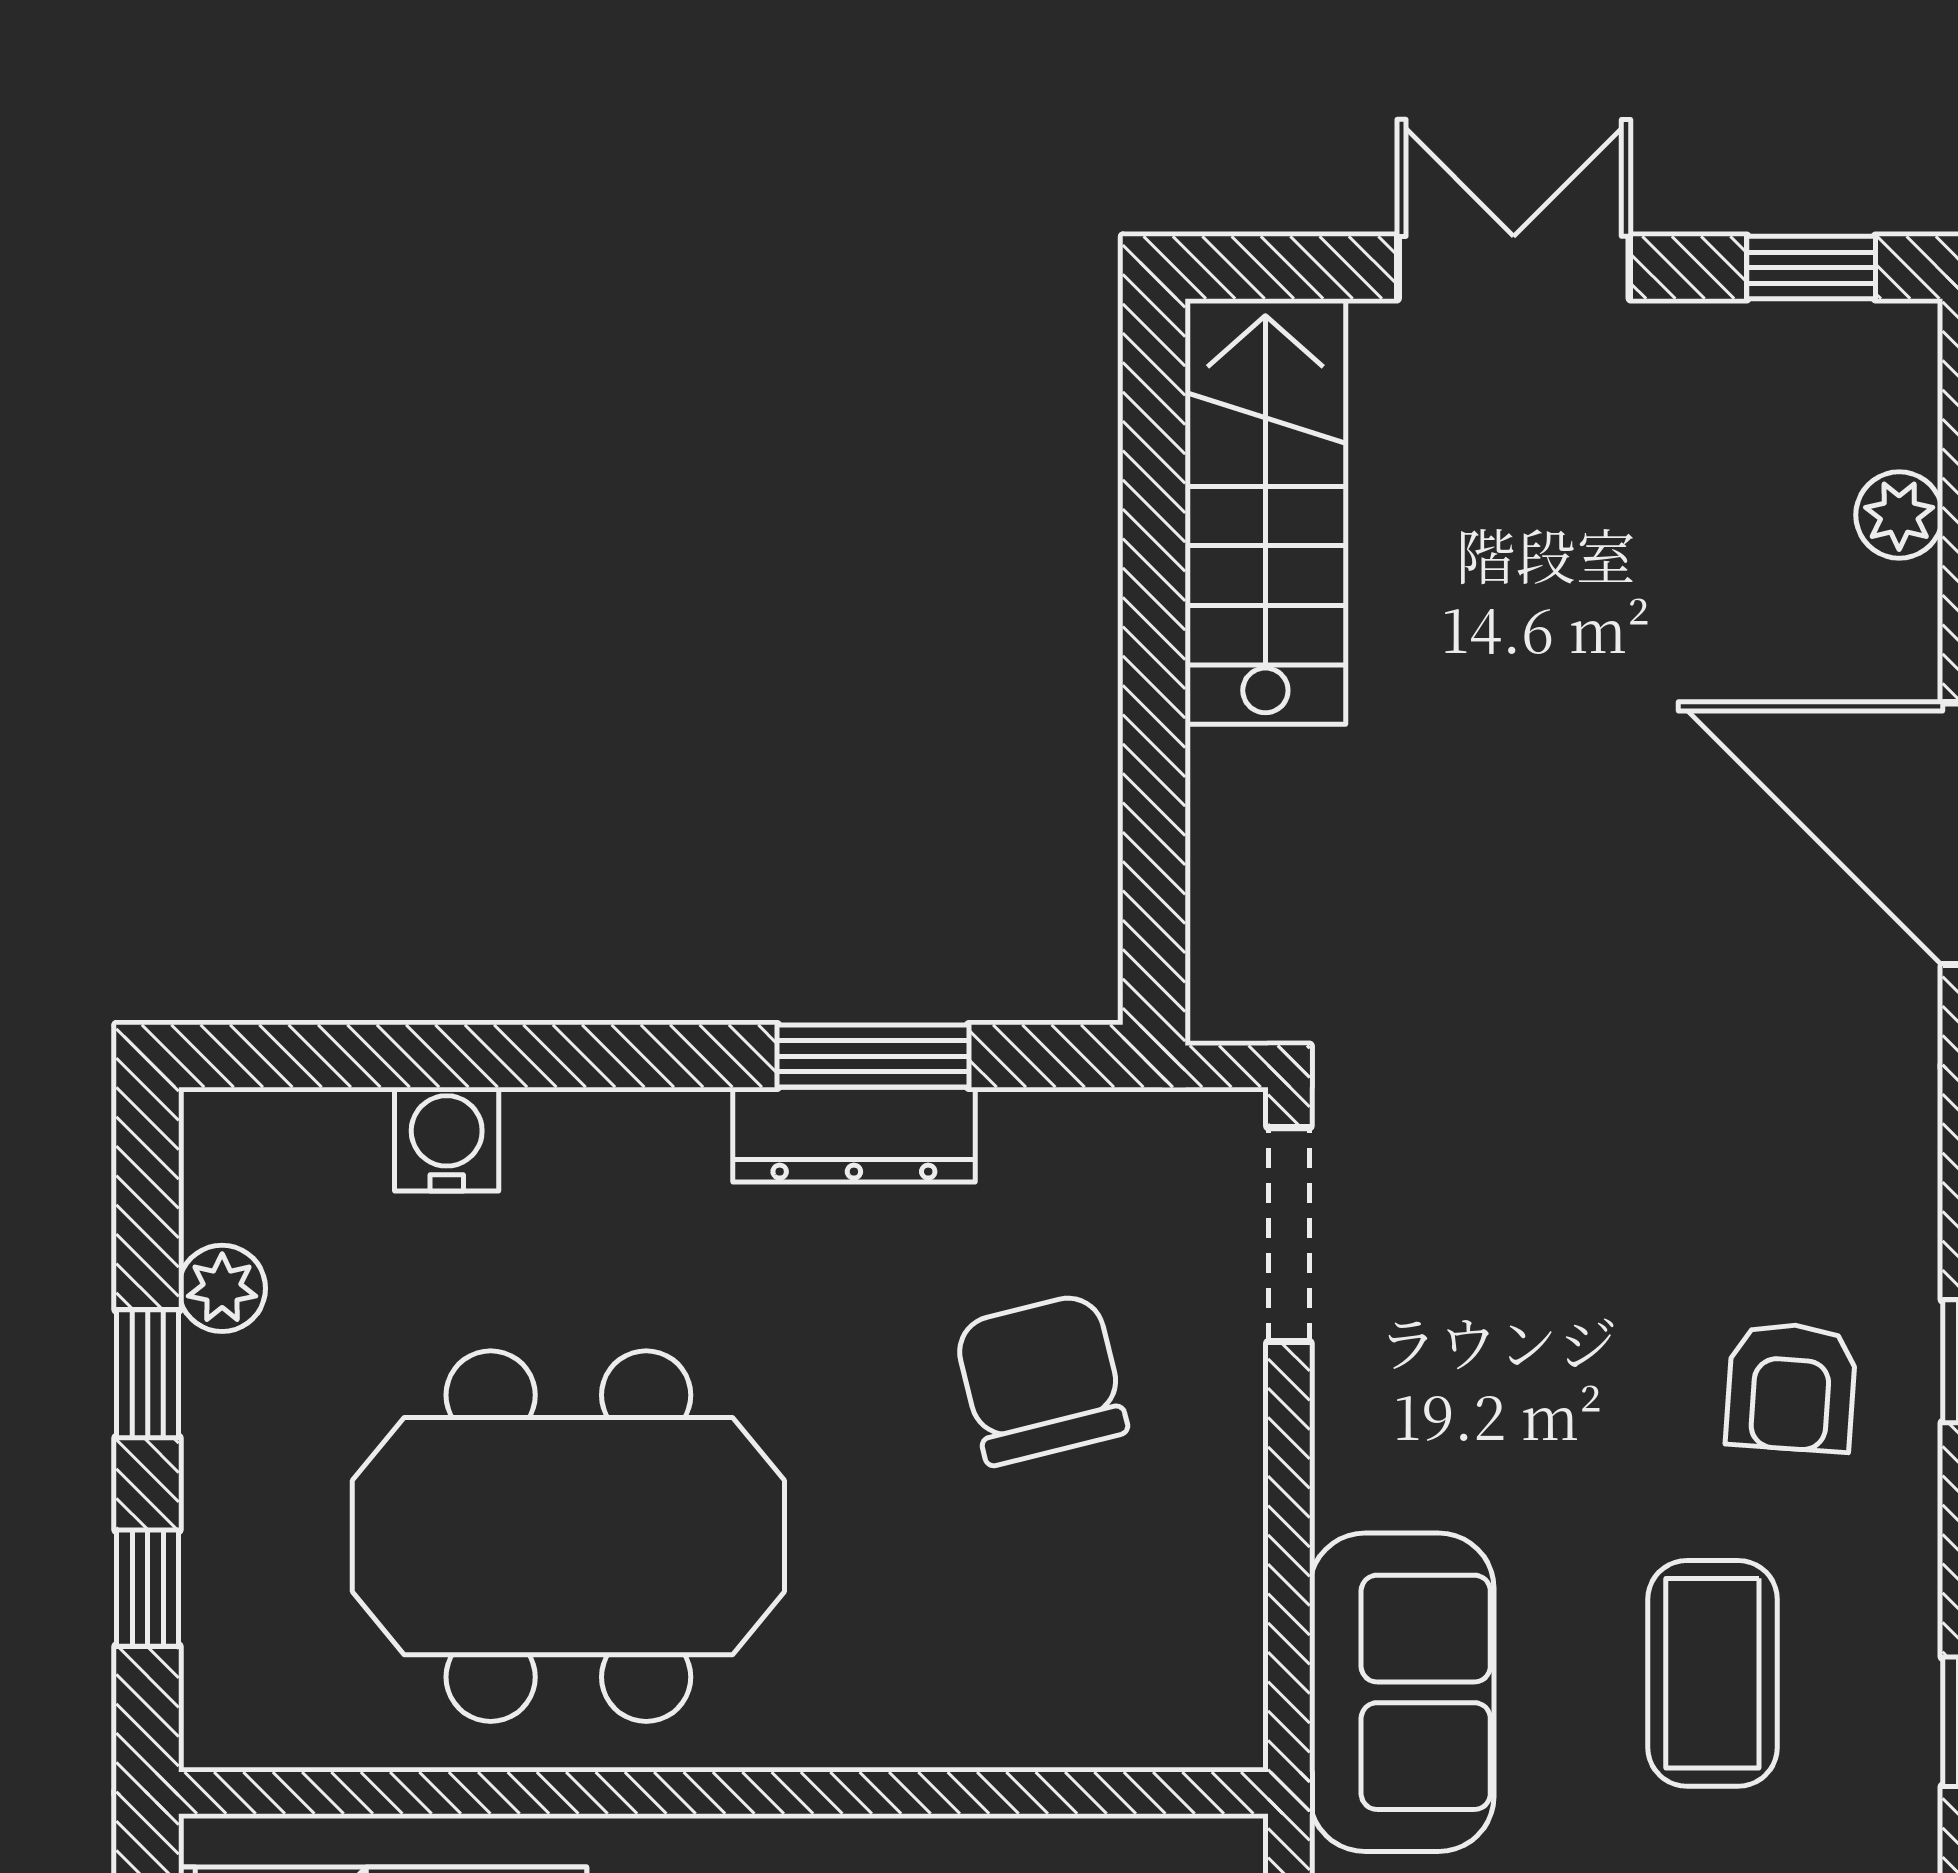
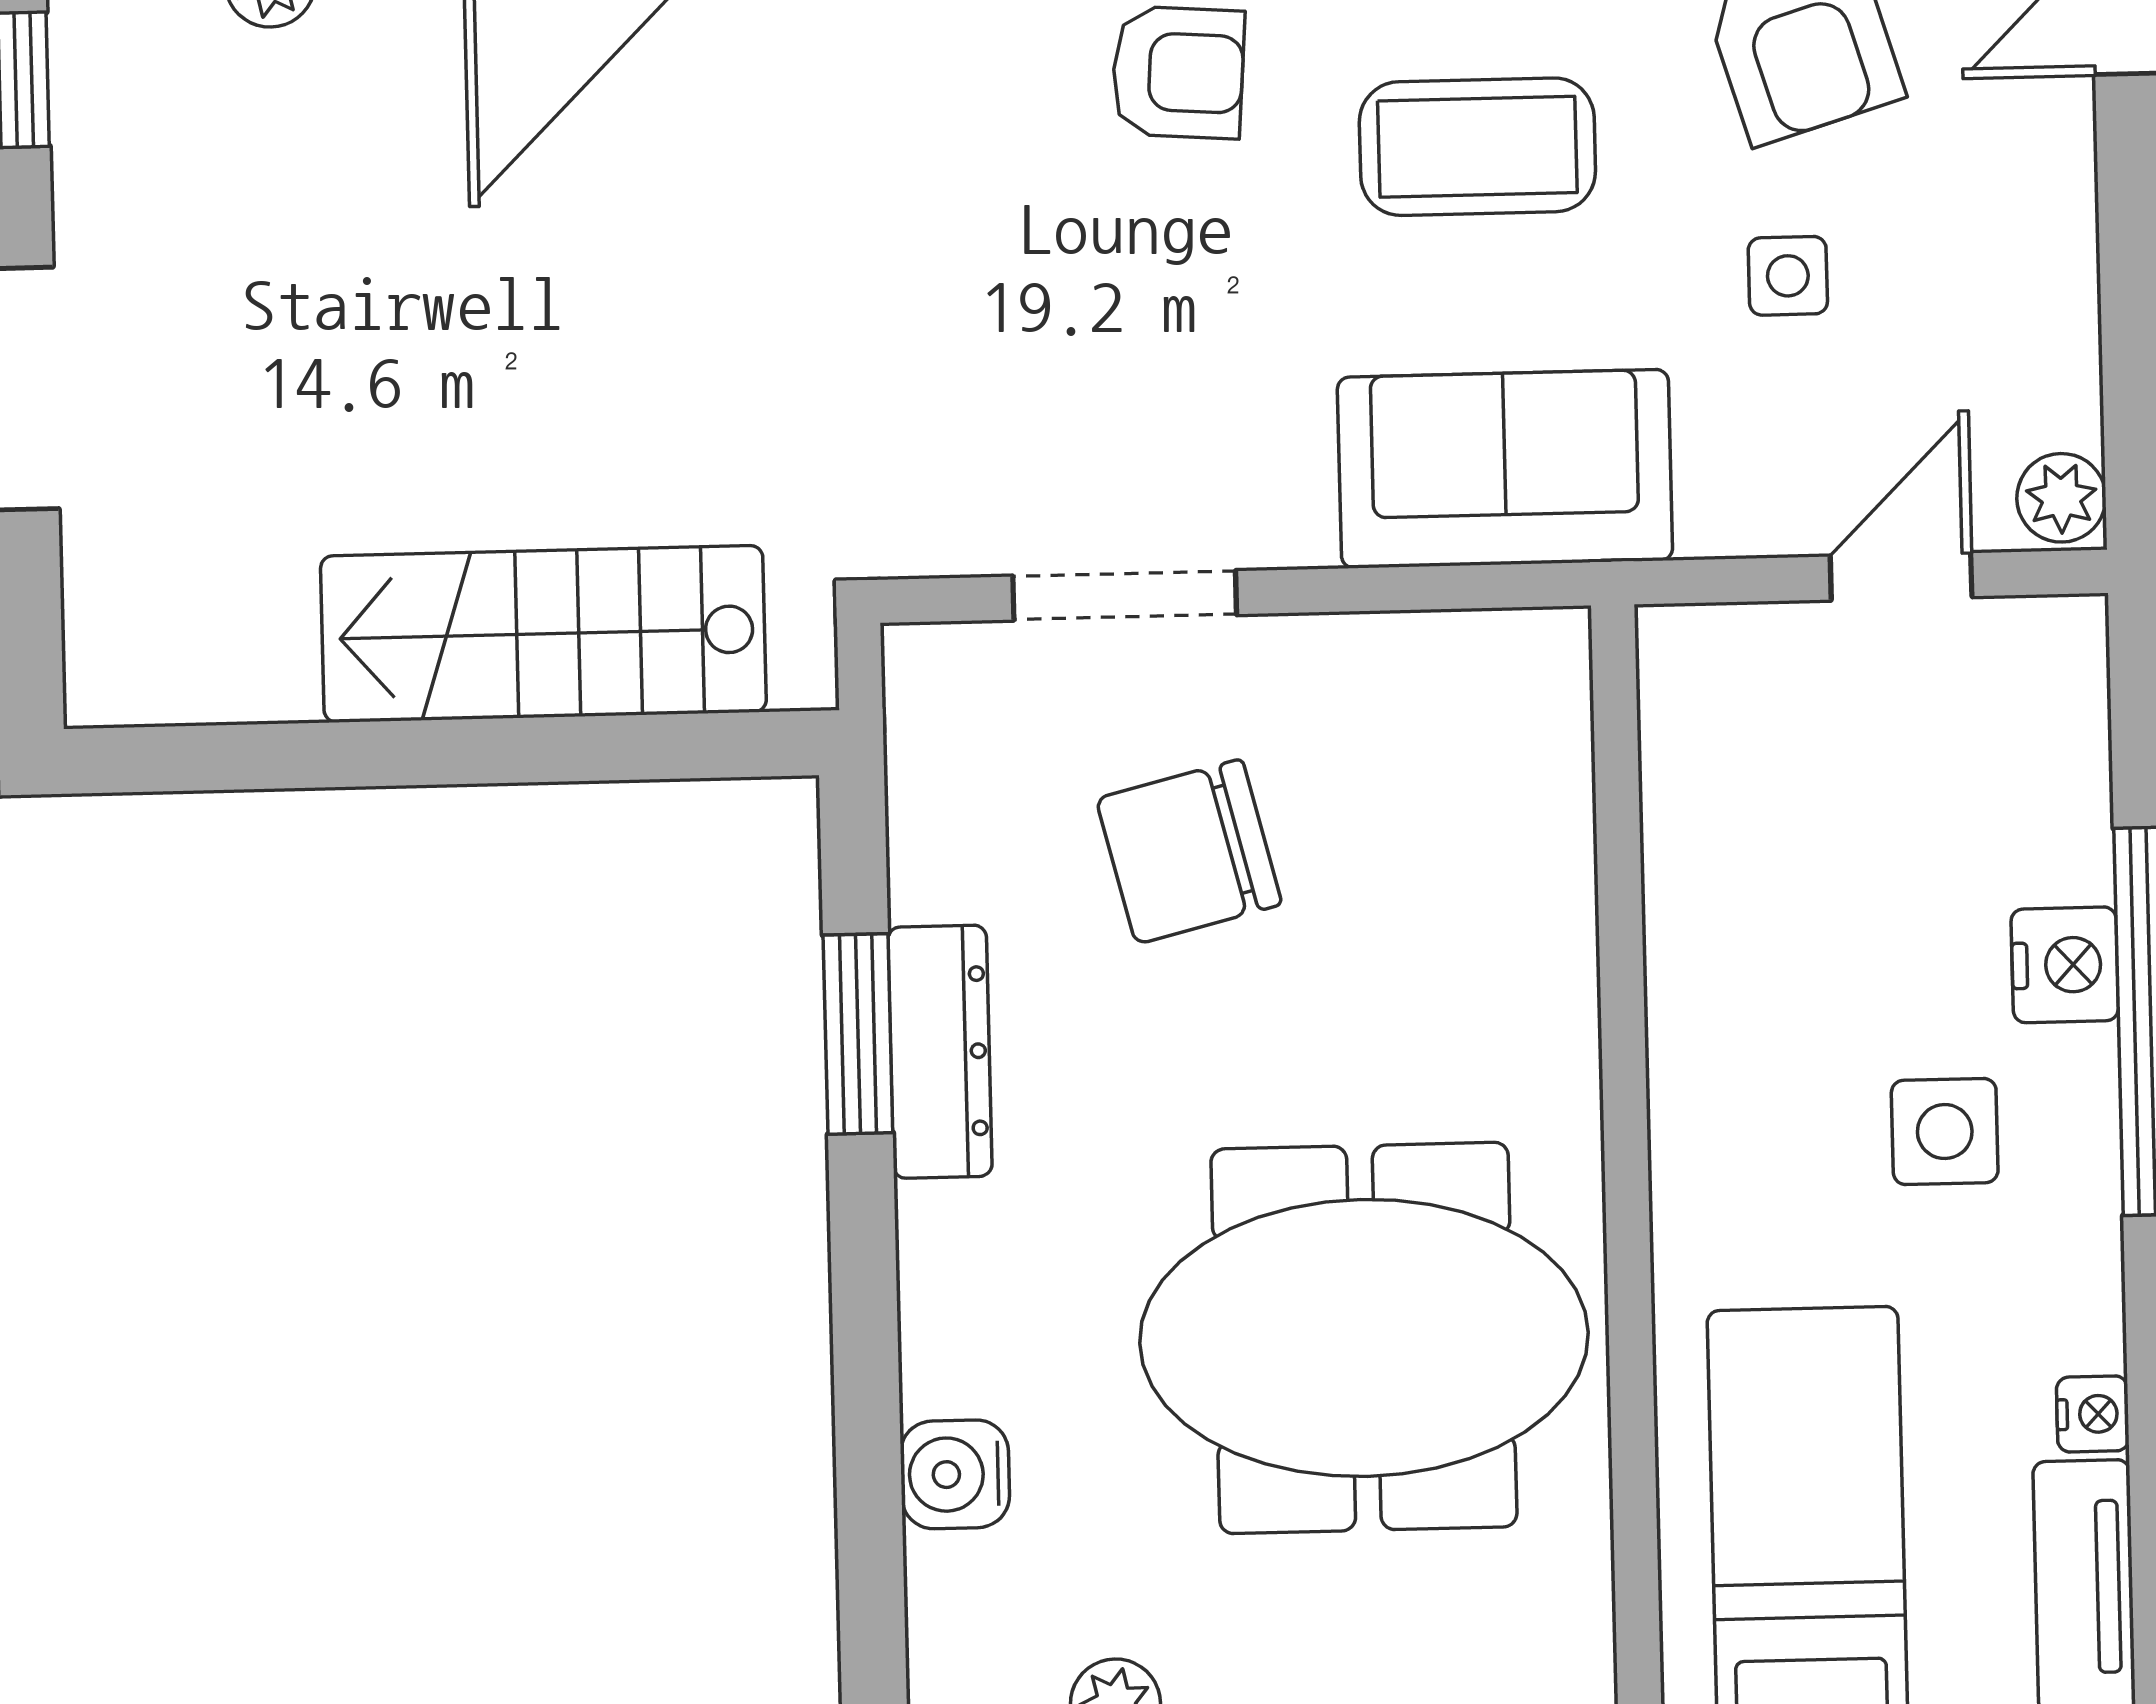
stairs: (1265, 512) -> (543, 634), moved
doorway: (1289, 1235) -> (1125, 595), moved
meeting table: (568, 1536) -> (1364, 1338), turned 90

